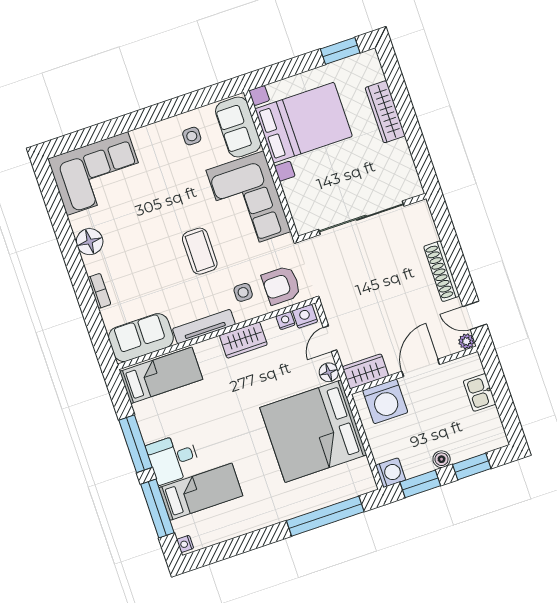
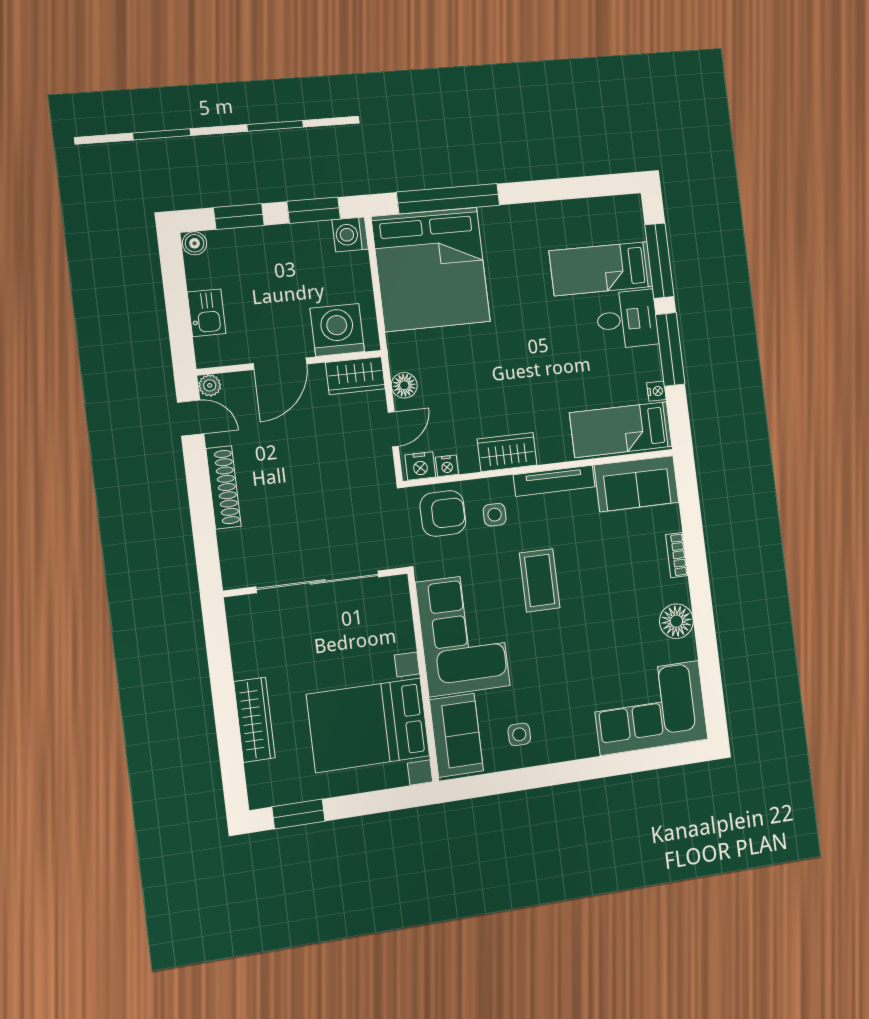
bed: (313, 431) -> (431, 269), moved, turned 90
boiler: (442, 459) -> (195, 243), moved
nightstand: (185, 544) -> (656, 391), moved

